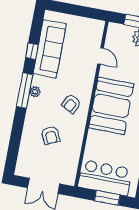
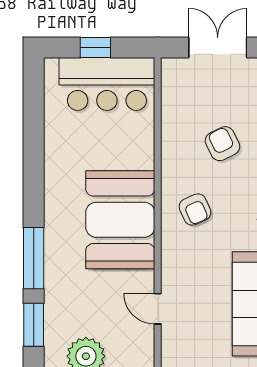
armchair: (71, 104) -> (195, 210), turned 129
window: (107, 198) -> (95, 48), width x0.67

